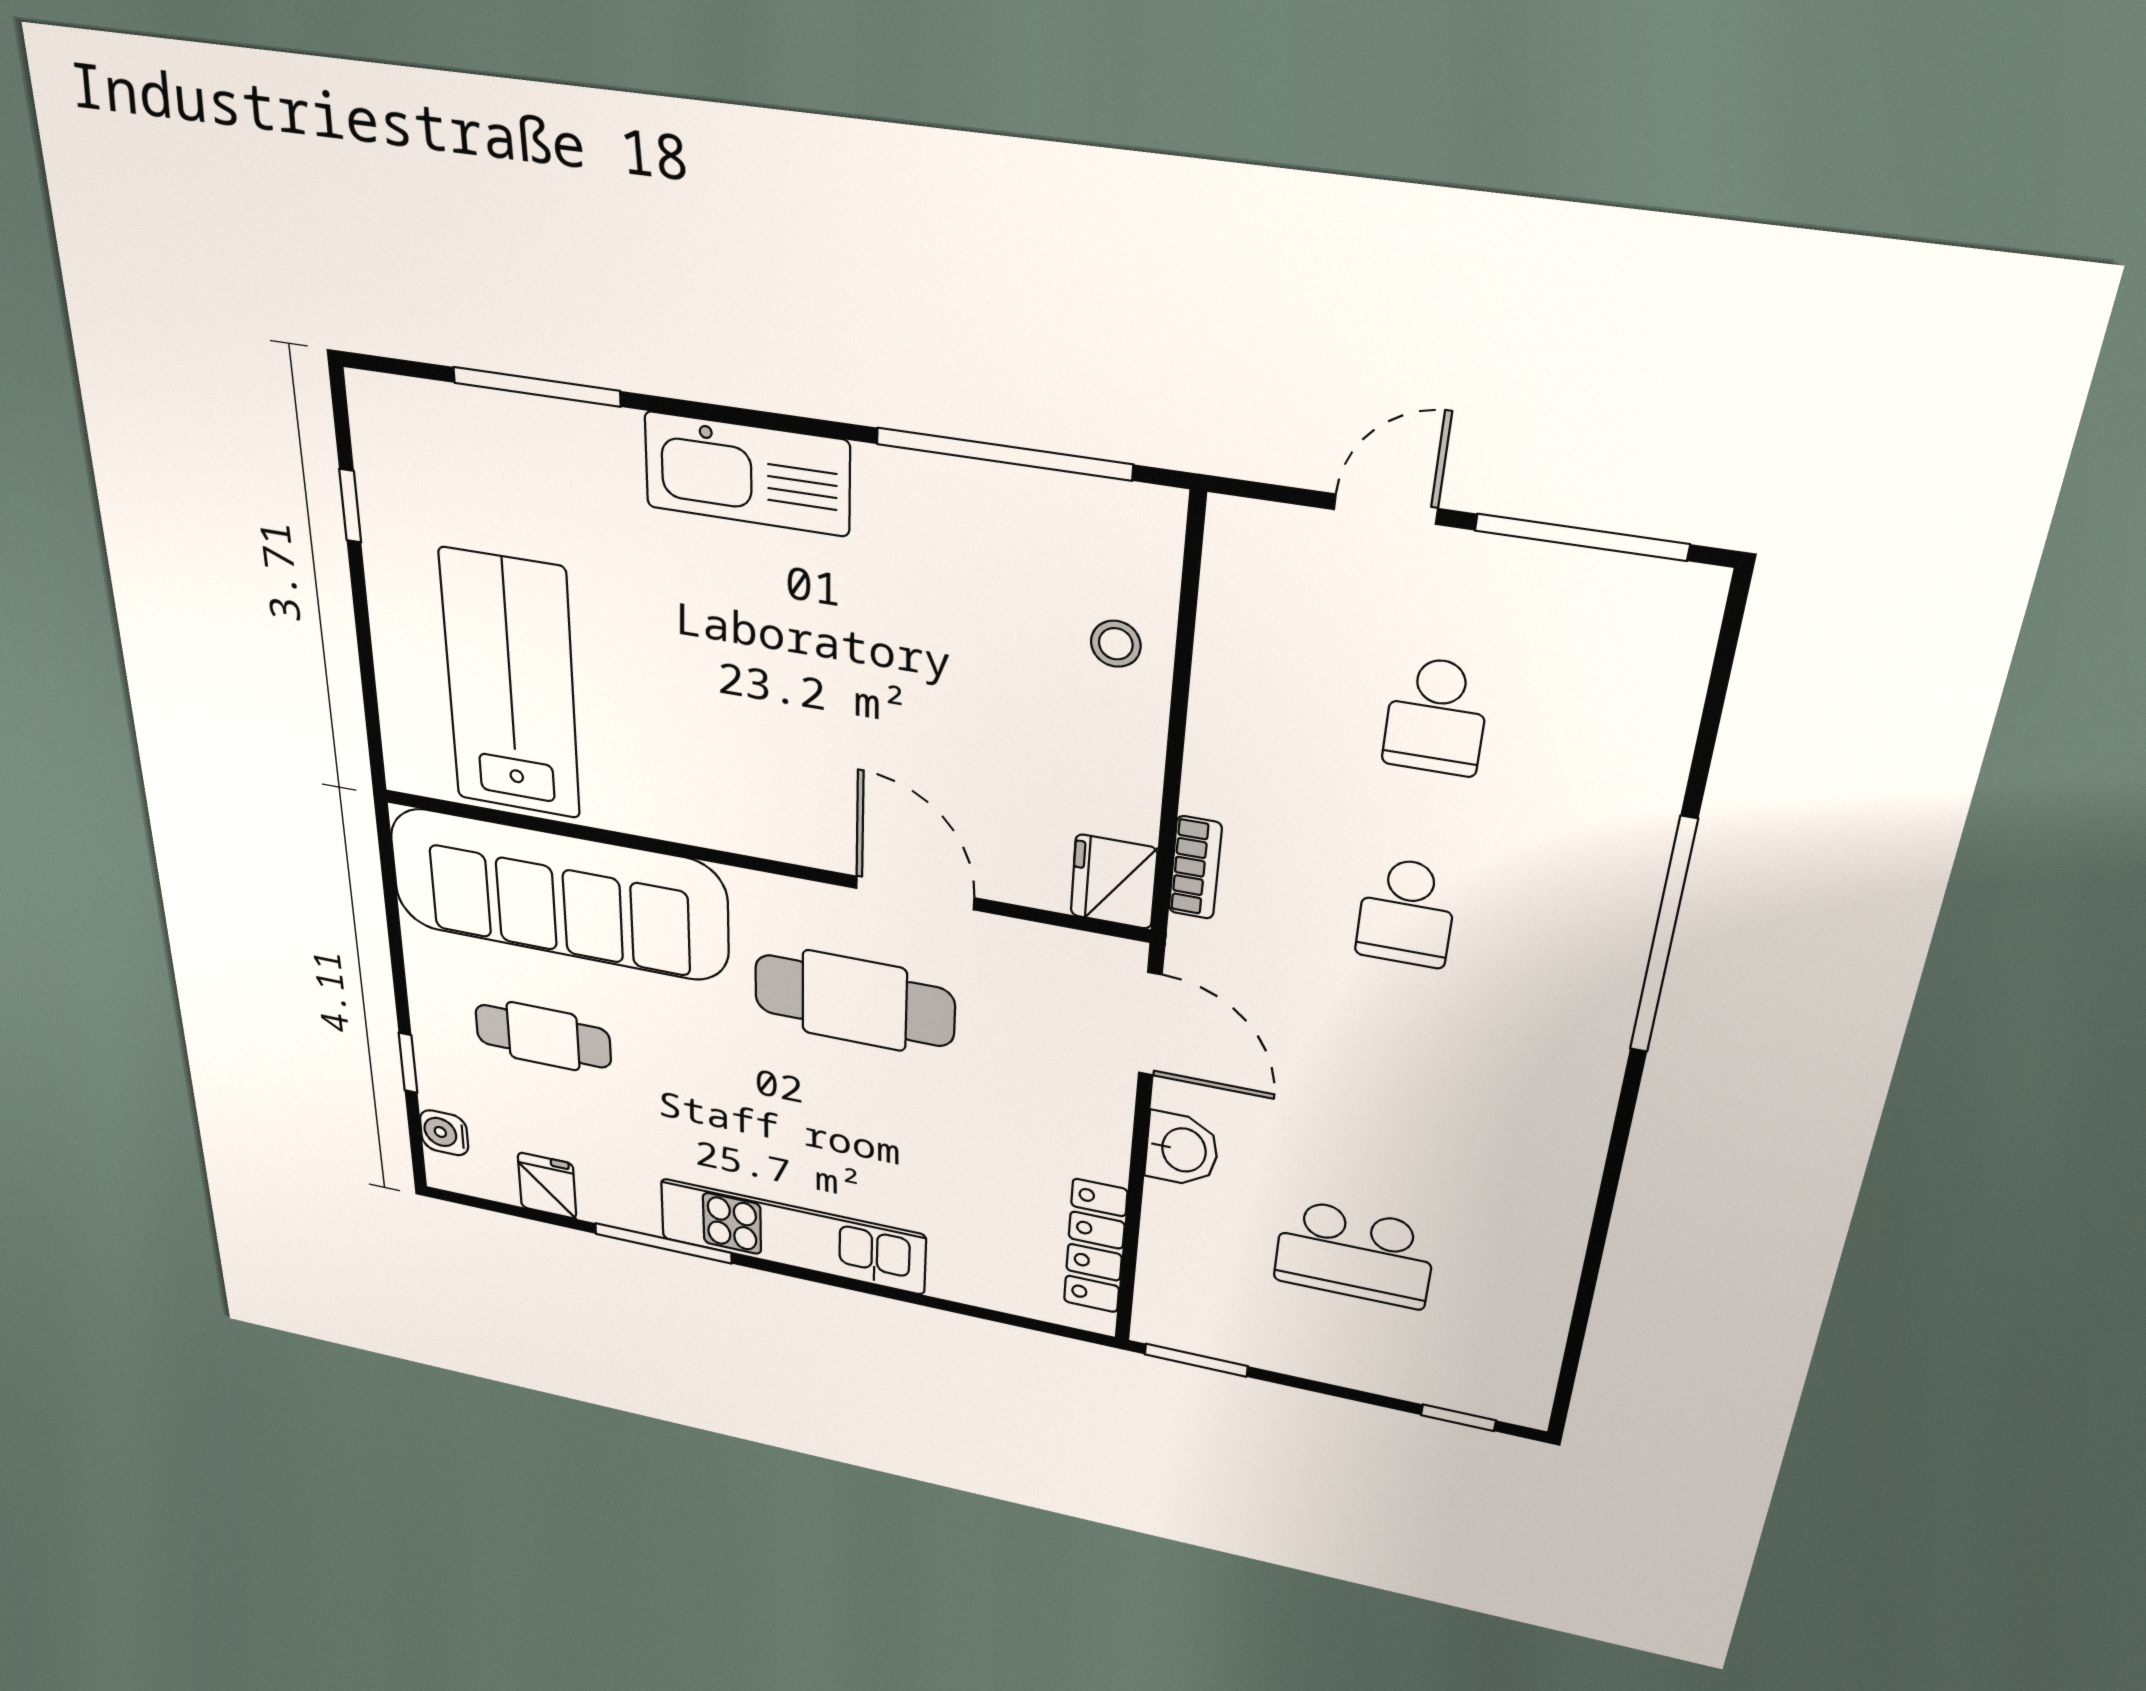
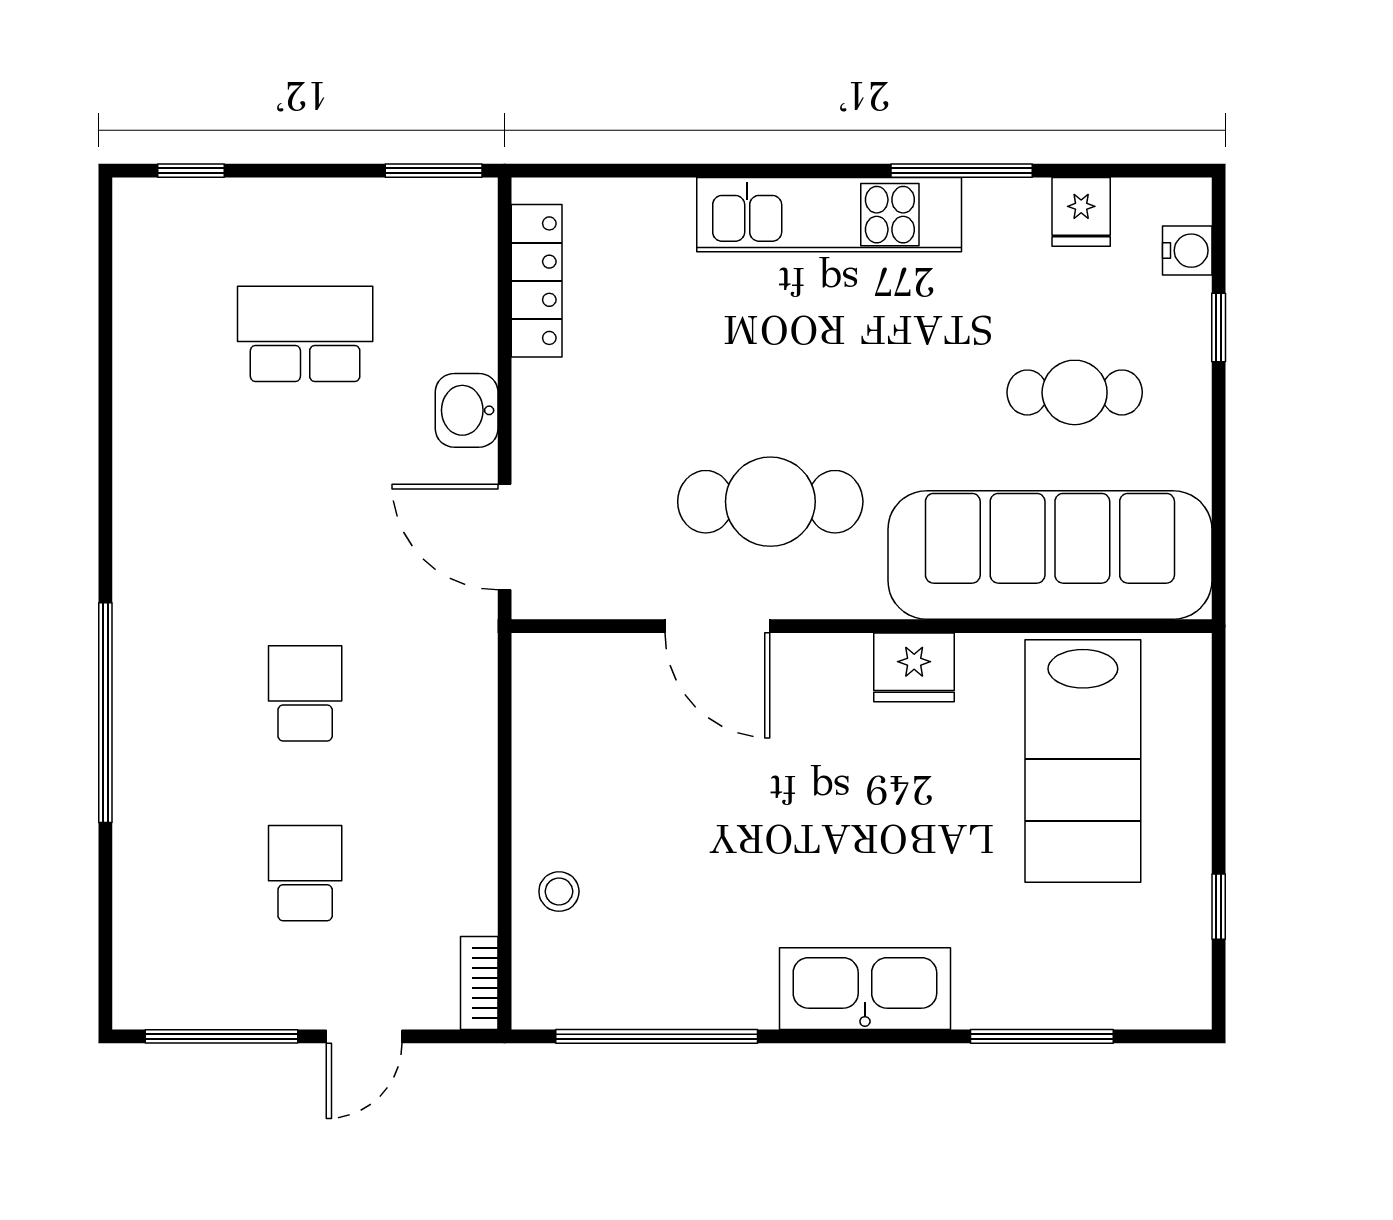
bookcase: (1195, 868) -> (479, 983), moved
fridge: (1114, 882) -> (914, 667), moved, turned 90

